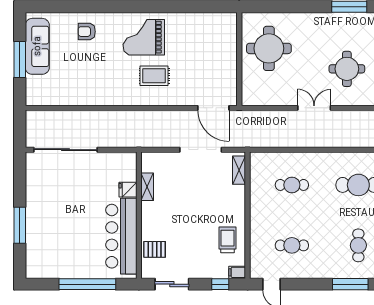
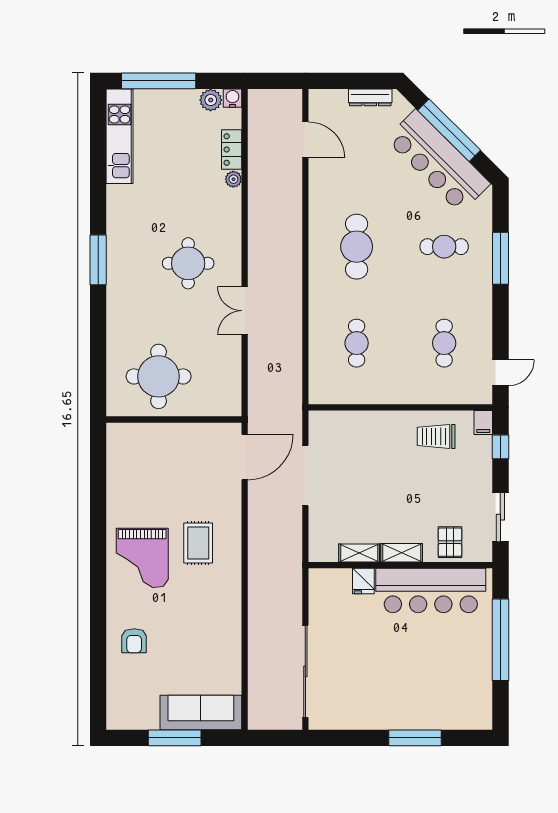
sofa: (37, 46) -> (201, 712), moved
shelving: (239, 170) -> (402, 553), moved

